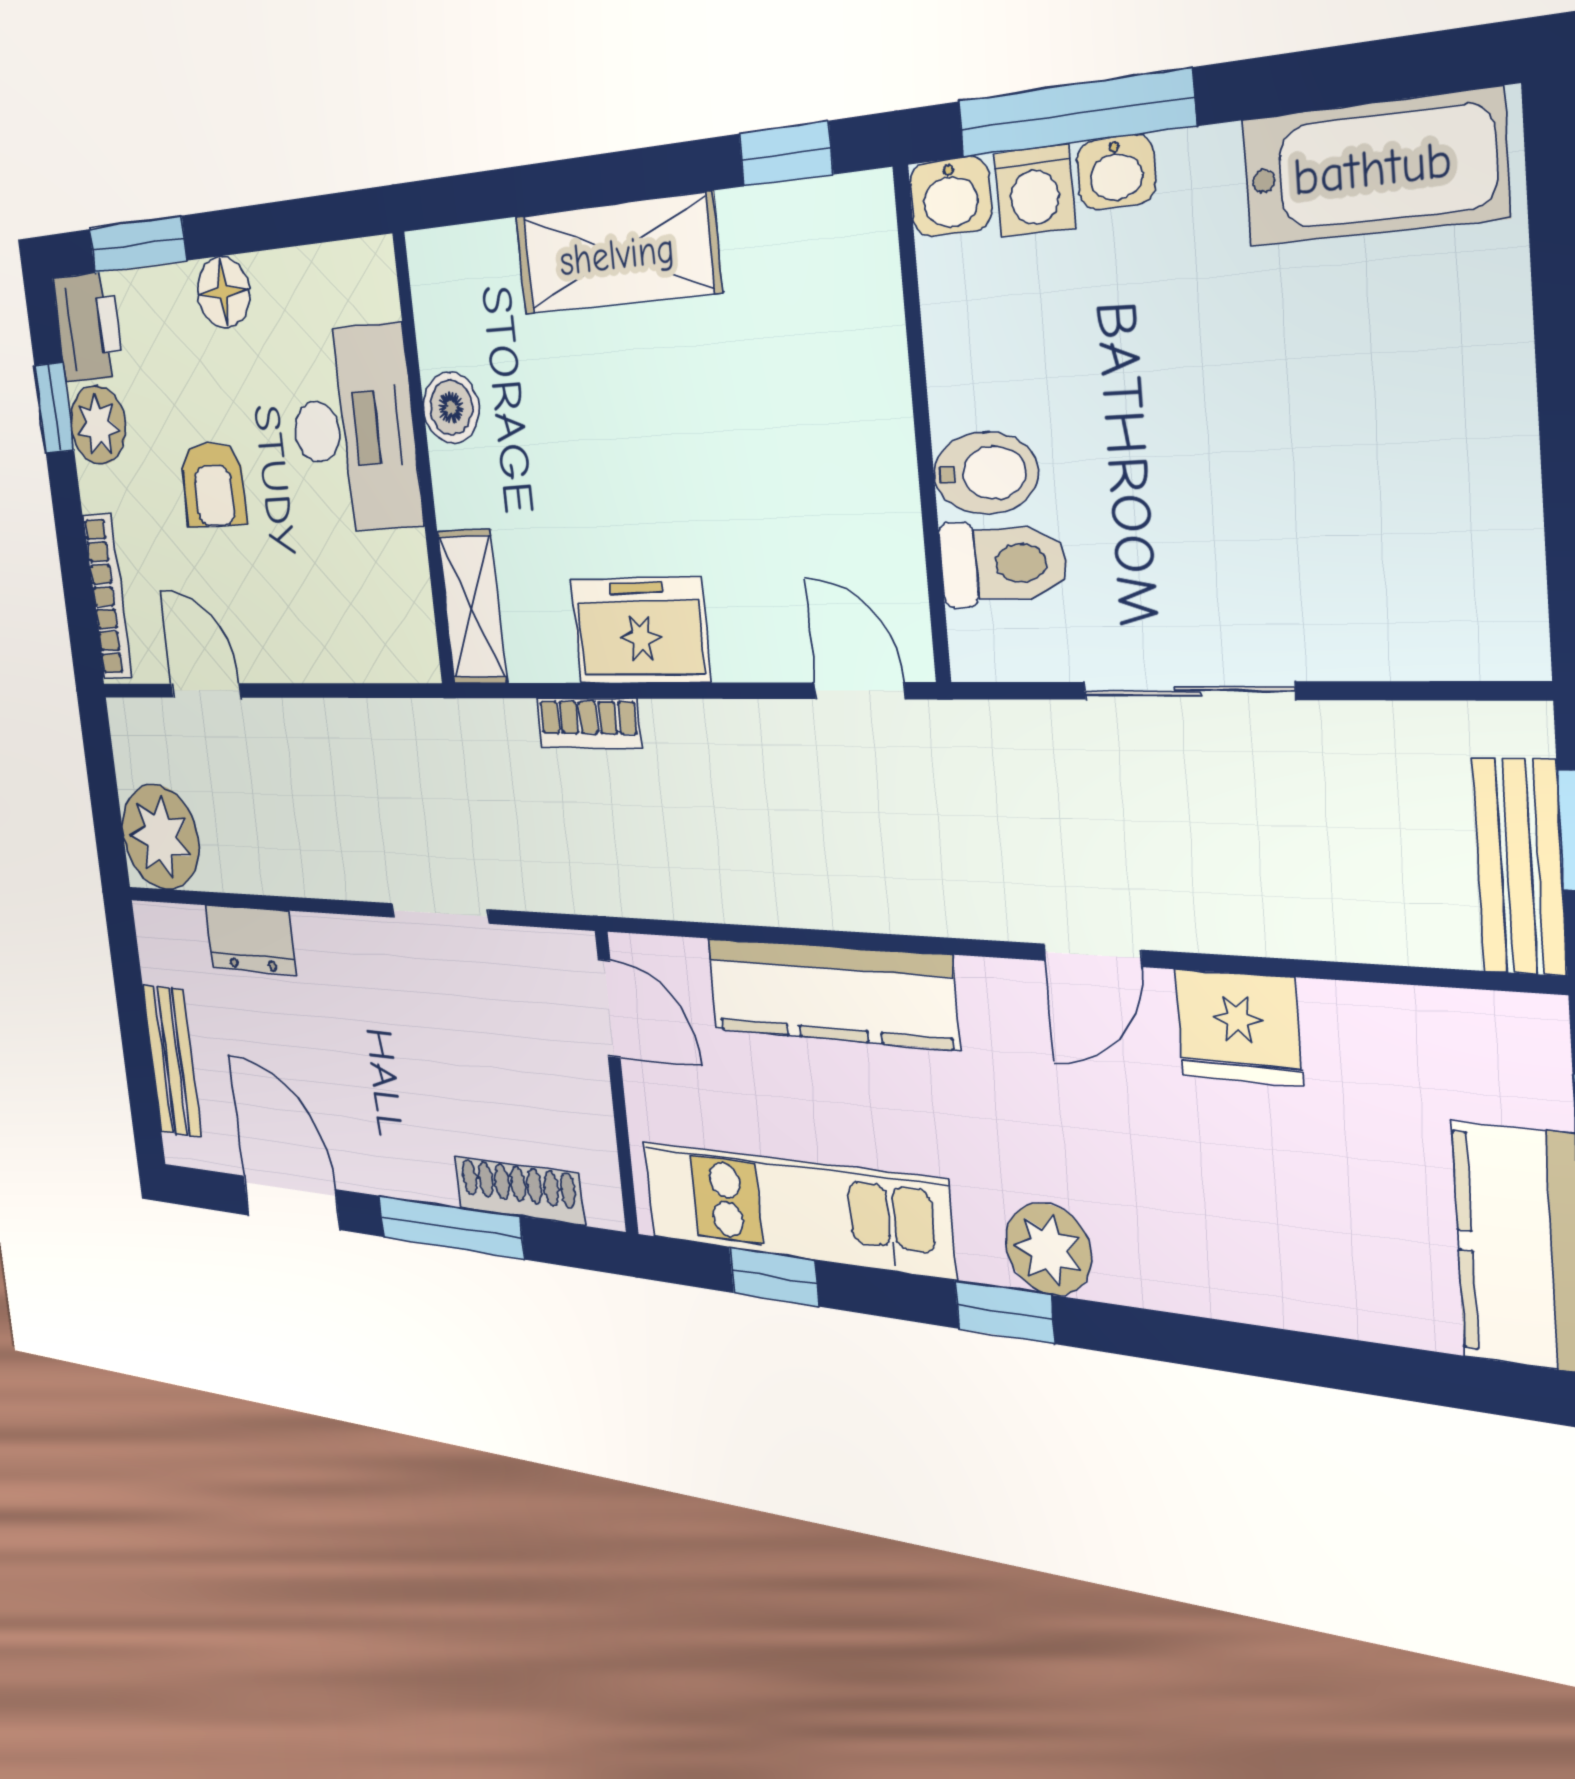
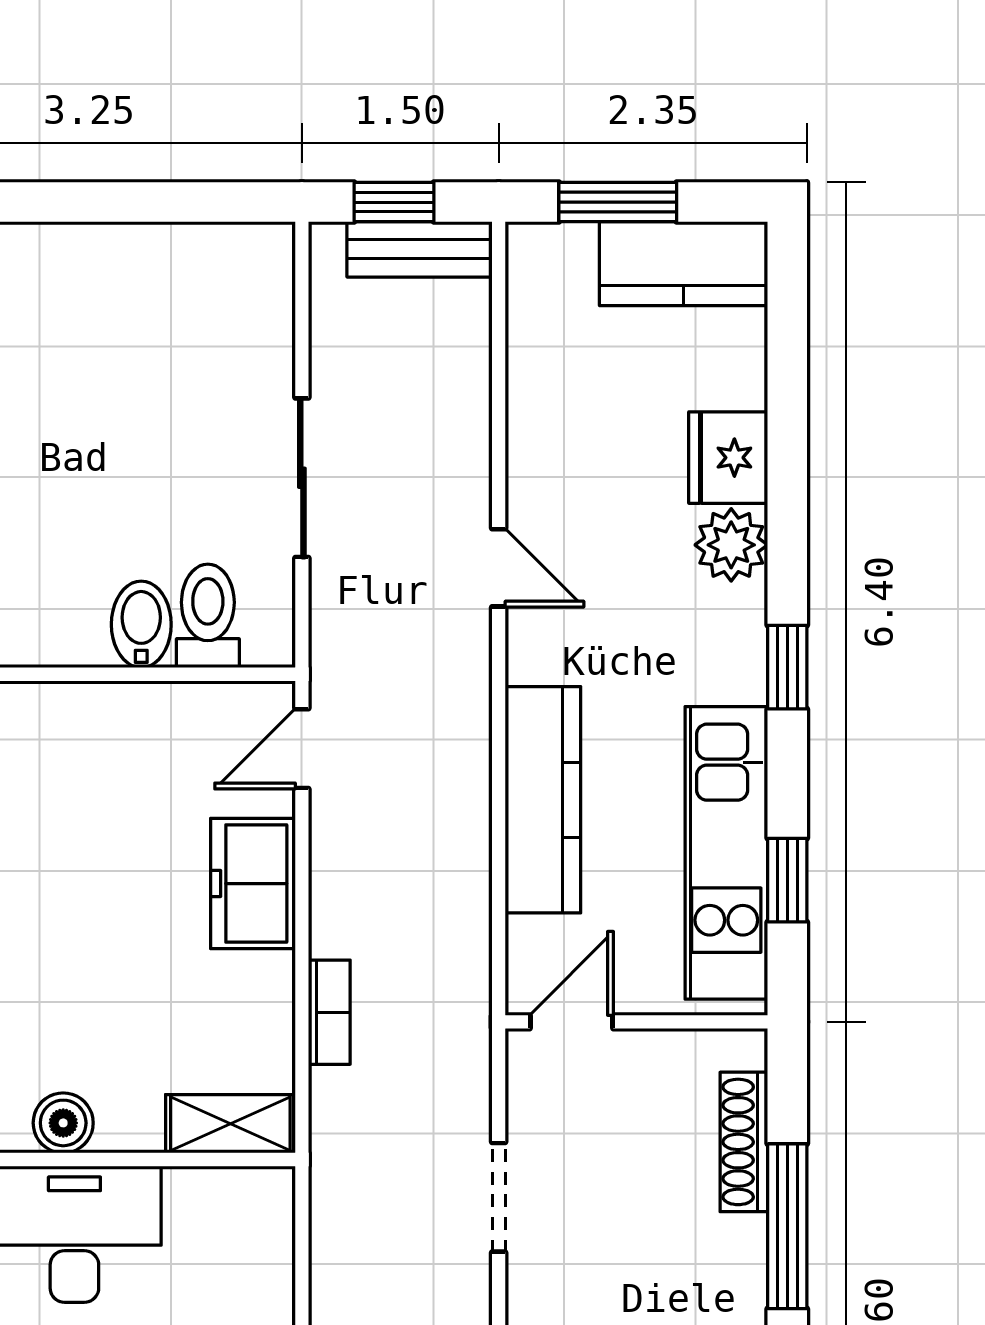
freezer: (640, 631) -> (253, 884), moved
fridge: (1238, 1027) -> (728, 458), moved, turned 180
plant: (1048, 1249) -> (731, 545), moved

